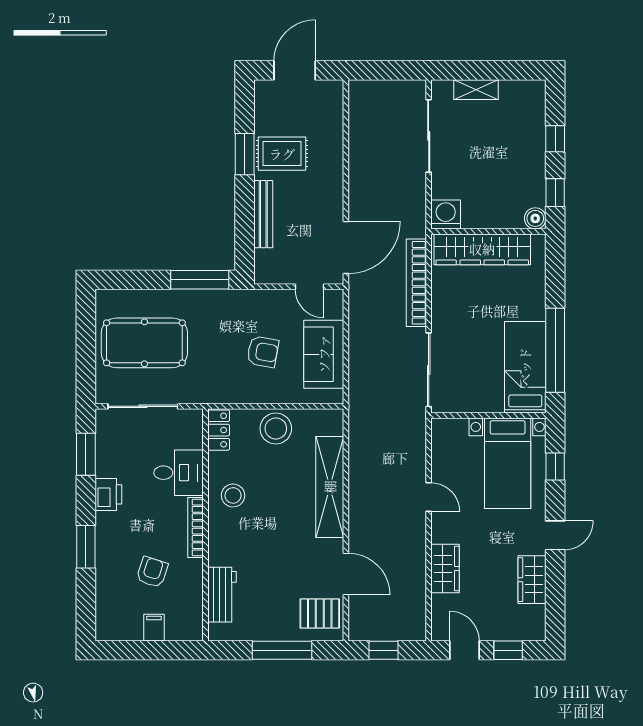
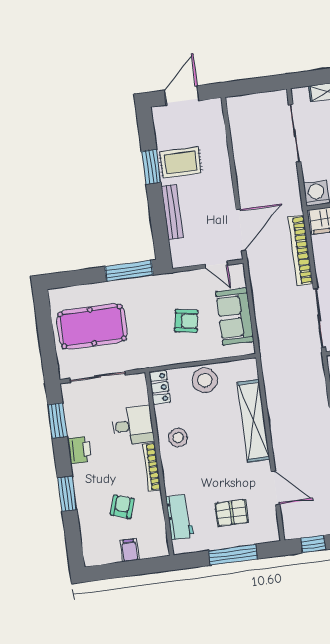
pallet: (320, 613) -> (232, 513), moved

